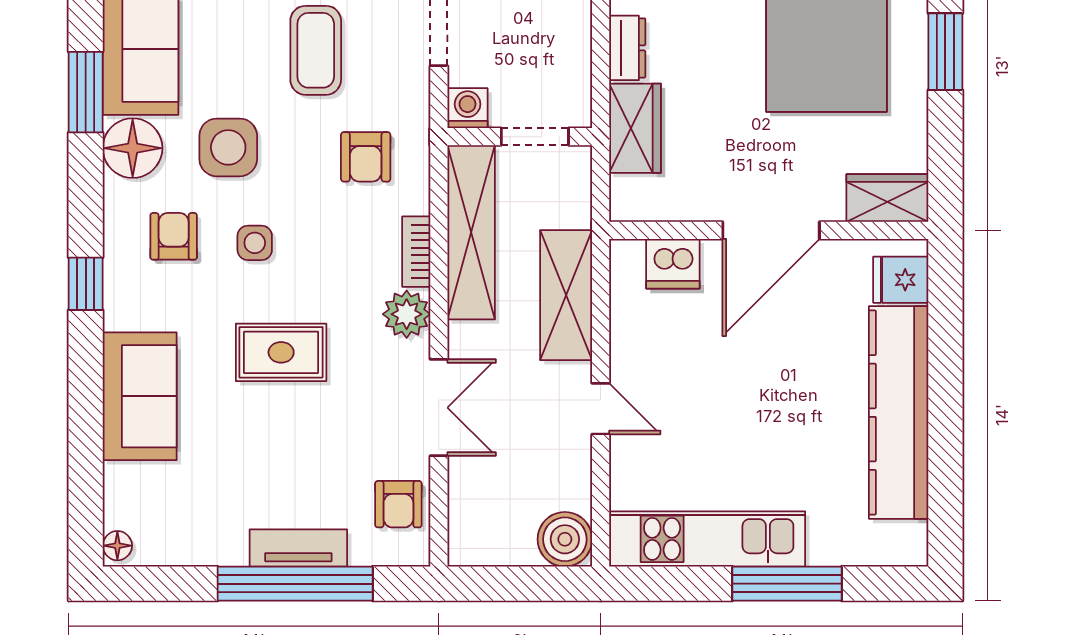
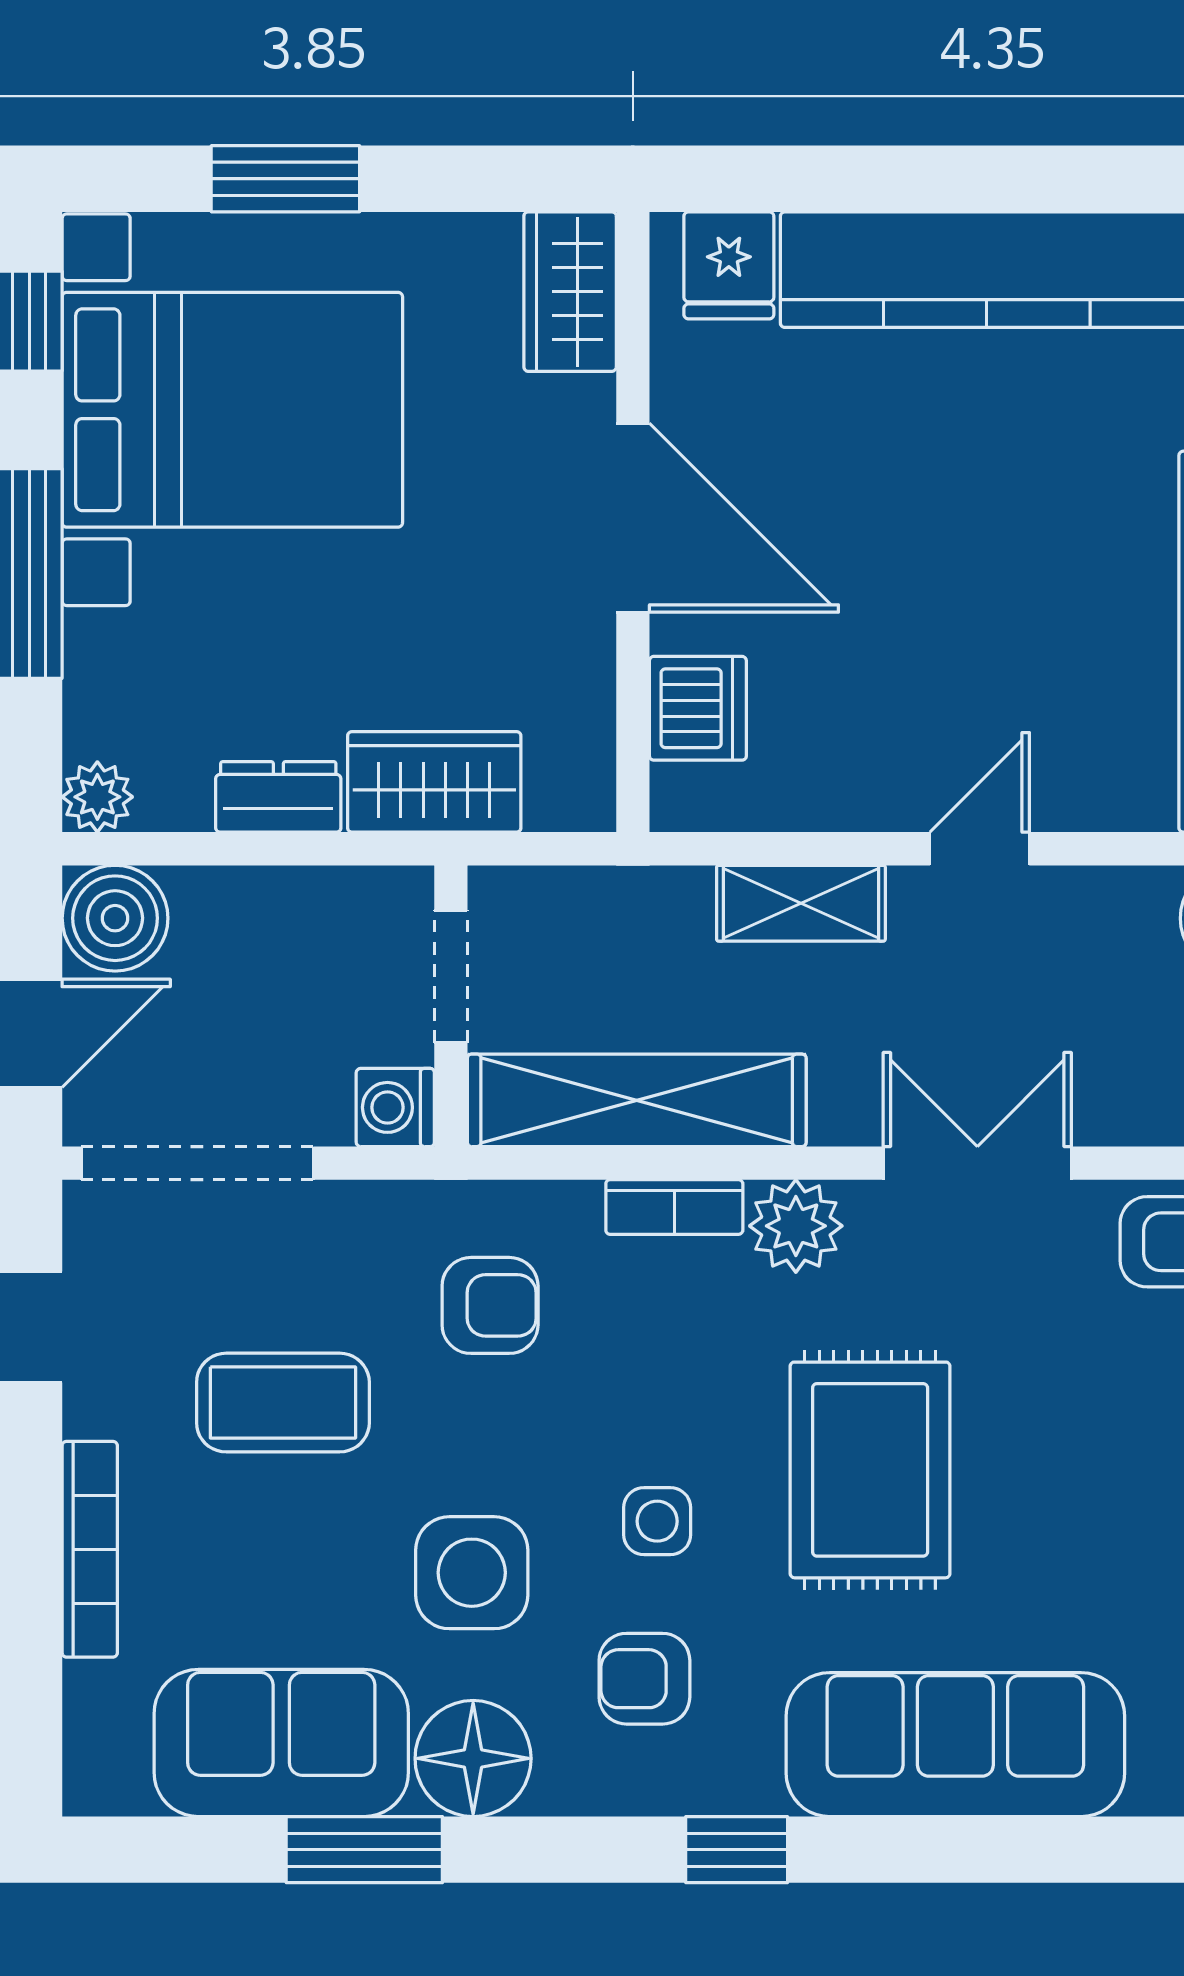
shelving: (566, 295) -> (801, 903), width x0.67, depth x0.75
rug: (281, 352) -> (870, 1470), width x1.36, depth x1.43
sofa: (140, 396) -> (955, 1745), width x1.36

